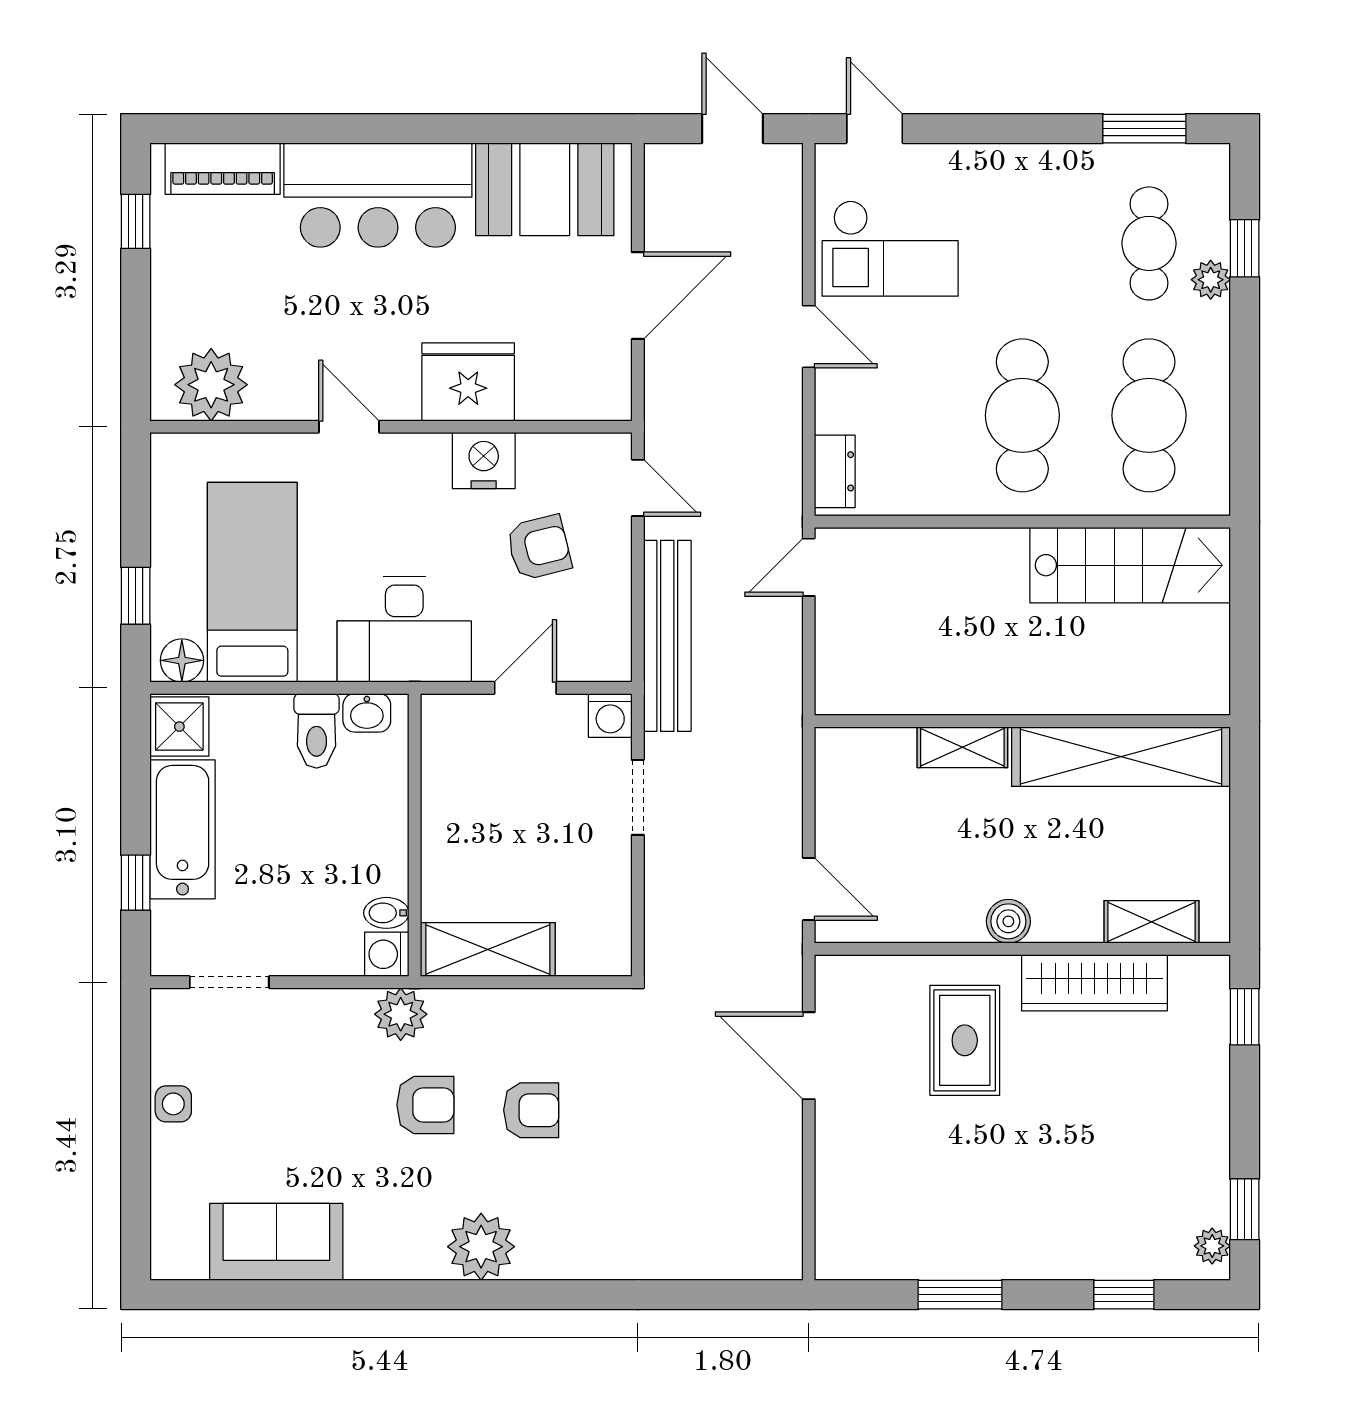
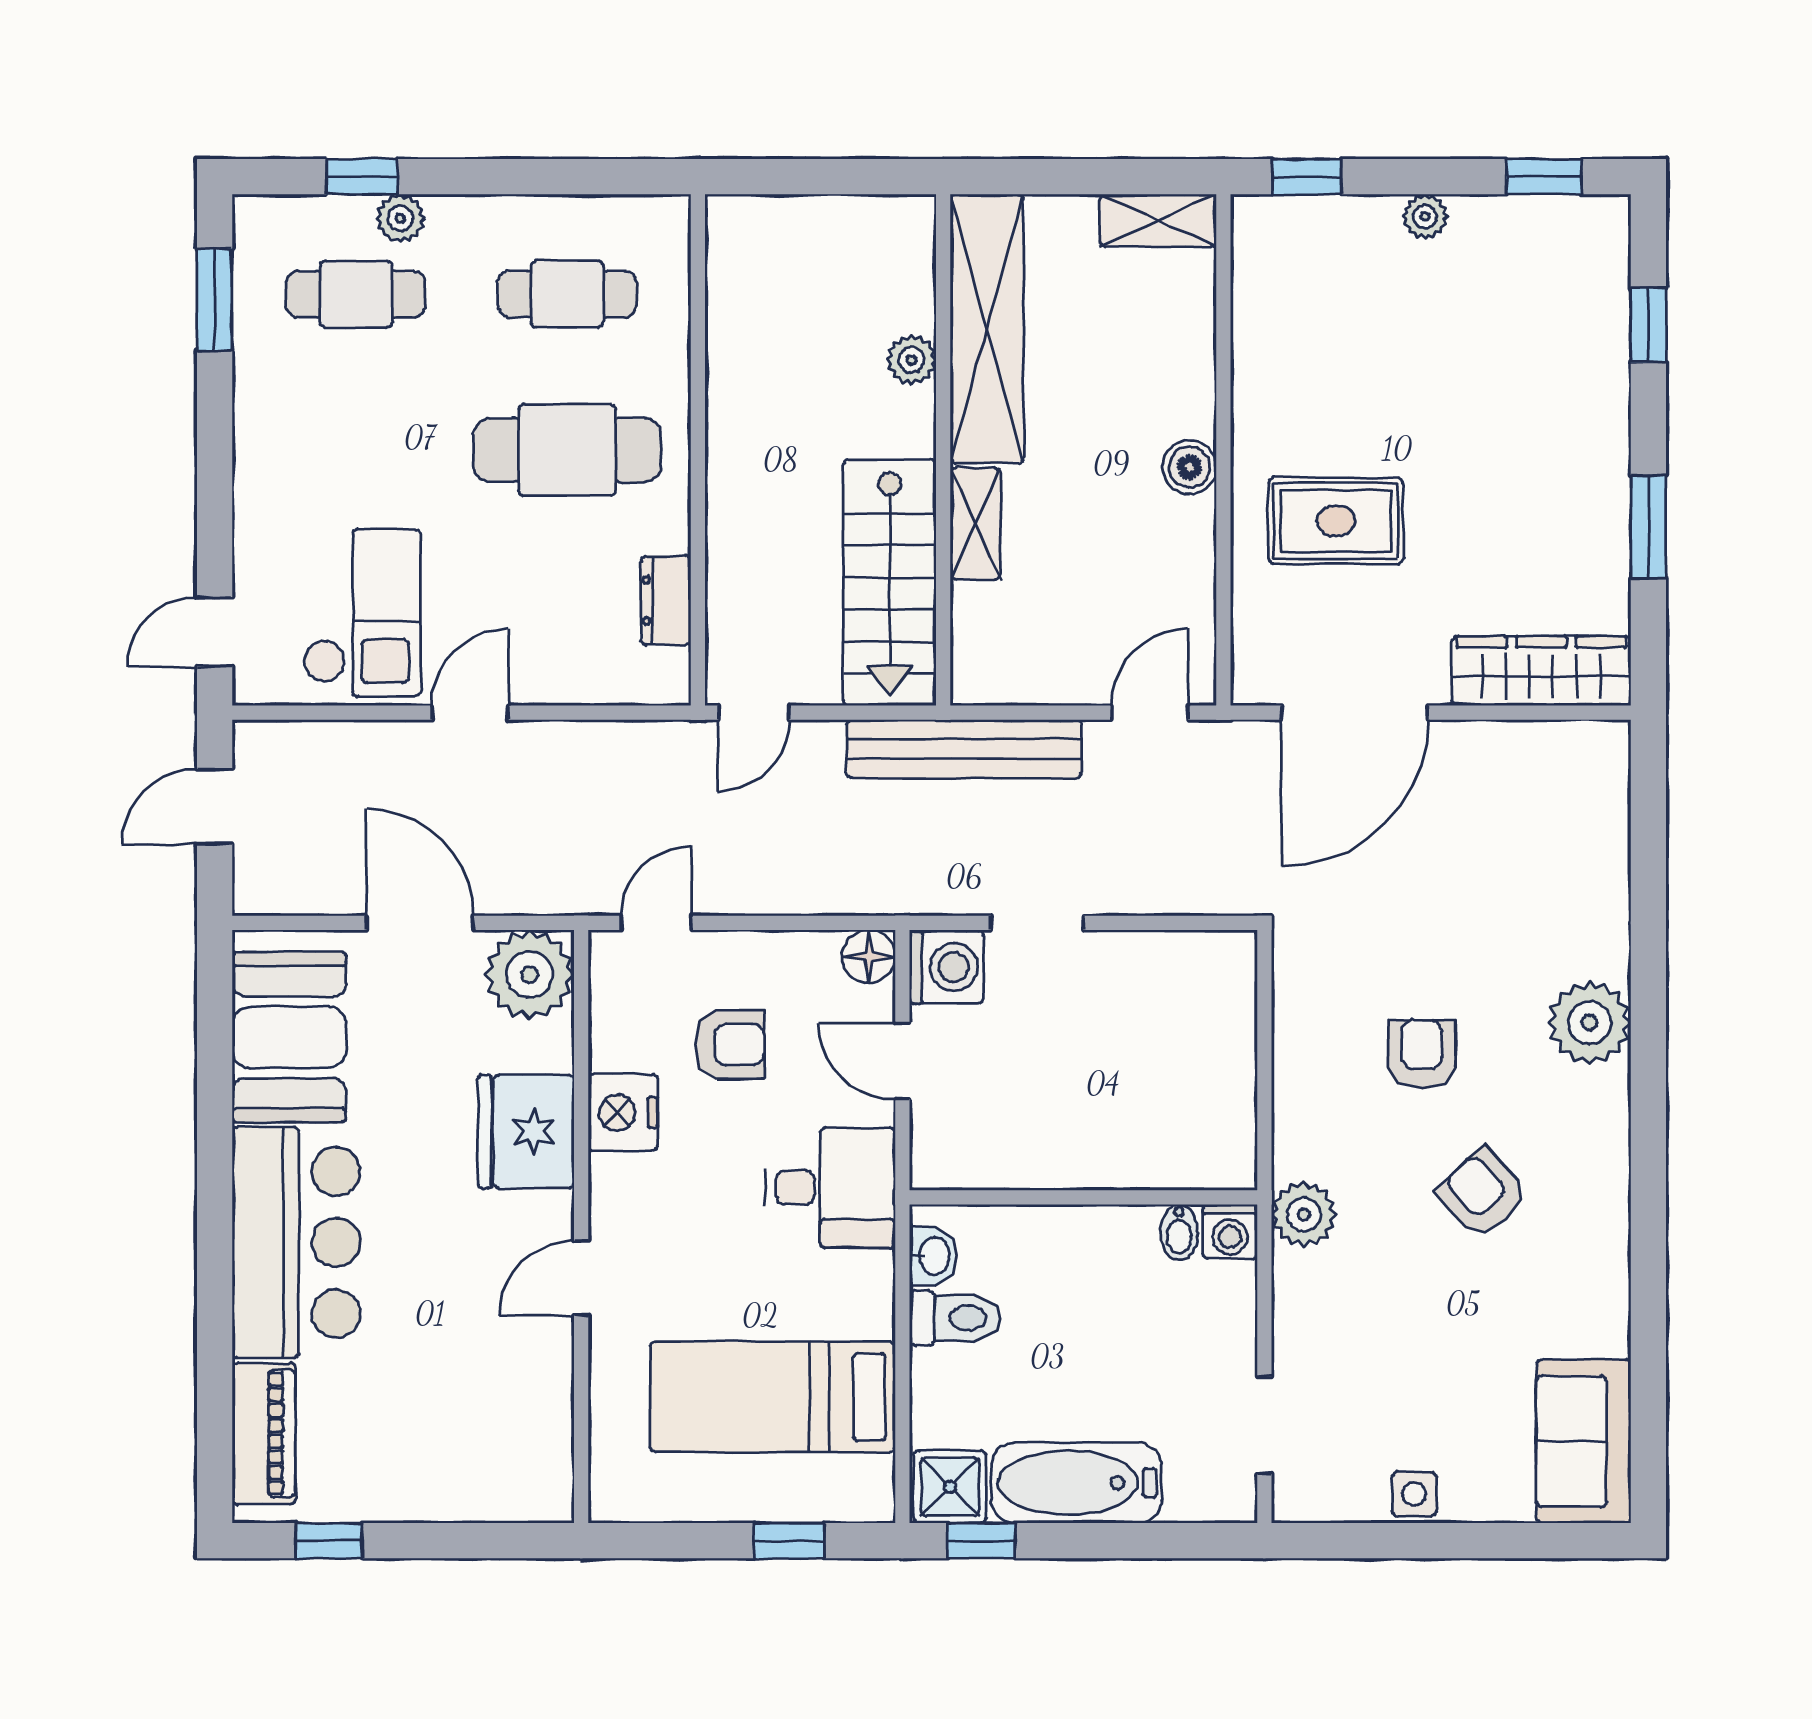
plant: (211, 385) -> (530, 975), moved
cafe table: (1149, 415) -> (567, 294), width x0.73, depth x0.74
dresser: (835, 471) -> (666, 600), moved, turned -90
armchair: (539, 548) -> (730, 1045), turned 104
stairs: (1130, 565) -> (890, 582), moved, turned 180
door: (809, 567) -> (754, 713), hinge flipped
desk: (404, 629) -> (830, 1188), width x0.73
bench: (667, 636) -> (964, 749), moved
floor lamp: (182, 660) -> (869, 957), moved
plant: (1096, 695) -> (912, 360), added
washing machine: (610, 715) -> (946, 967), width x1.38, depth x1.38
window: (136, 883) -> (981, 1541), moved
shelving: (1152, 922) -> (1158, 220), moved, turned 90
shelving: (488, 950) -> (1224, 1107), removed
wardrobe: (1094, 983) -> (1541, 671), moved, turned -90
door: (809, 1056) -> (1355, 713), width x1.36
armchair: (425, 1105) -> (1483, 1193), moved, turned -42
sofa: (276, 1242) -> (1584, 1441), moved
plant: (1212, 1246) -> (1425, 216), moved
plant: (481, 1247) -> (1590, 1023), moved

